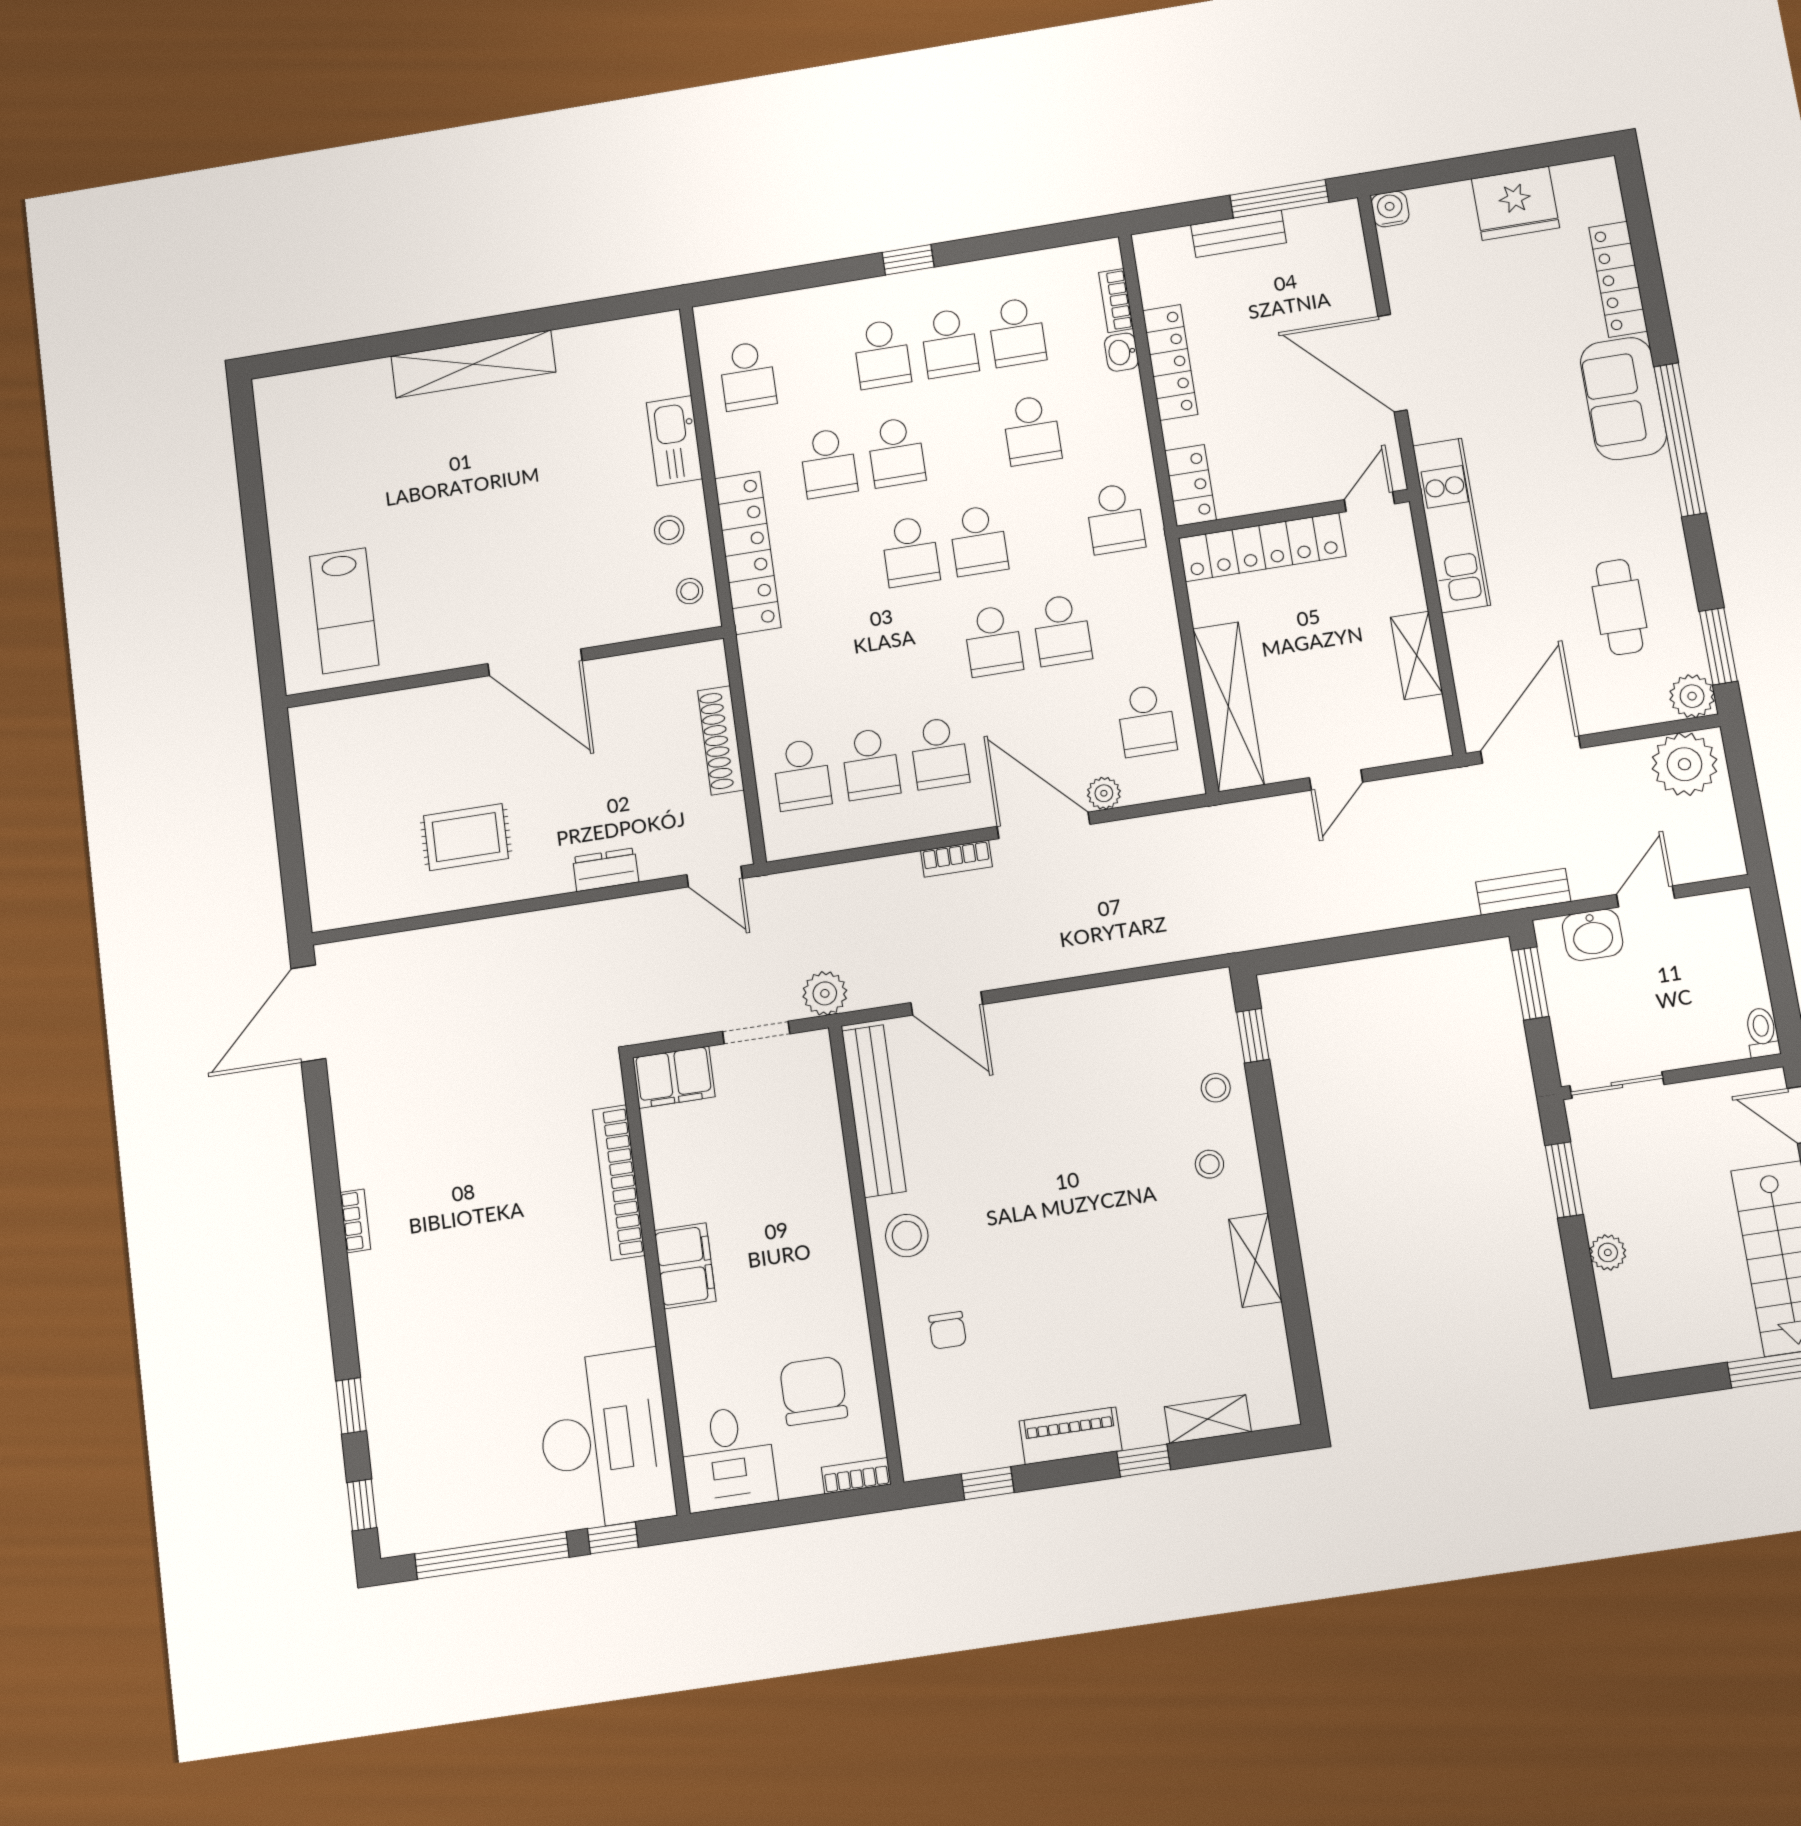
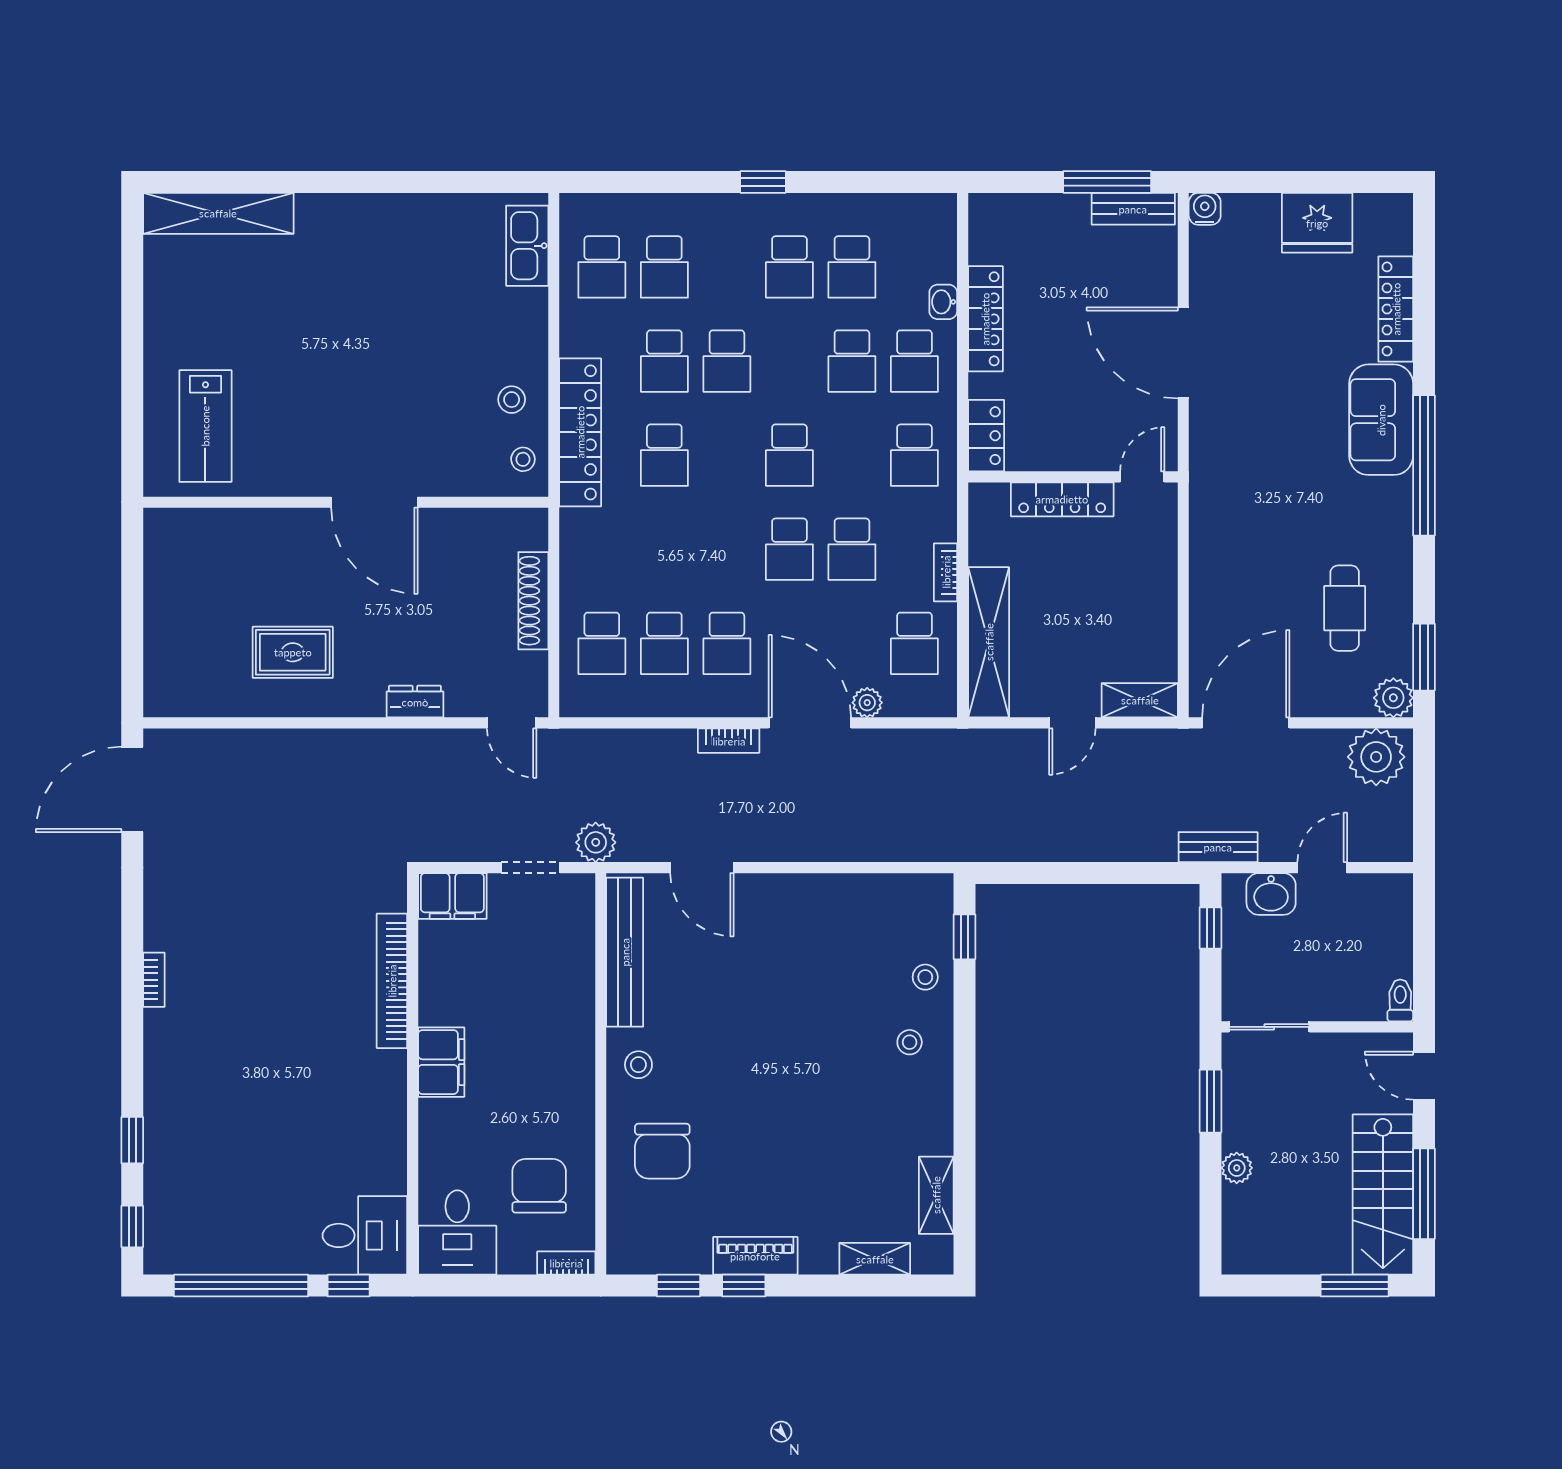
bench: (1239, 234) -> (1133, 209), moved
bookcase: (1116, 301) -> (946, 572), moved
school desk: (882, 354) -> (664, 267), moved
shelving: (473, 364) -> (218, 213), moved
school desk: (1100, 419) -> (914, 361), added
kitchen sink: (674, 441) -> (527, 246), moved
kitchen unit: (1451, 525) -> (1211, 510), removed
locker: (1262, 547) -> (1062, 499), width x0.71, depth x0.83
school desk: (910, 551) -> (664, 455), moved
shelving: (1417, 655) -> (1140, 700), moved, turned 90
window: (1530, 983) -> (1210, 928), width x0.67
stool: (907, 1236) -> (638, 1065), width x0.73, depth x0.73
shelving: (1255, 1260) -> (936, 1195), moved
chair: (947, 1330) -> (662, 1151), width x1.87, depth x1.87
desk: (605, 1440) -> (365, 1235), width x0.53, depth x0.77
window: (1144, 1461) -> (744, 1286), moved

